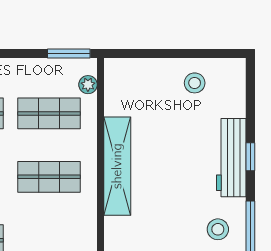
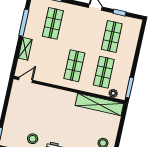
shelving: (117, 166) -> (99, 105), moved

